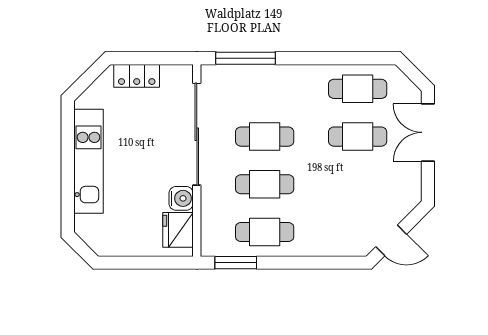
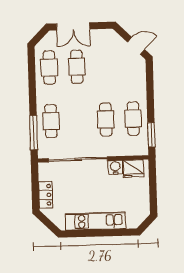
cafe table: (265, 137) -> (51, 121), moved
door: (391, 240) -> (136, 46), hinge flipped

